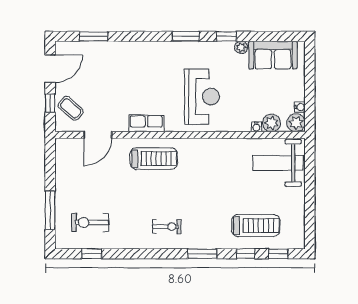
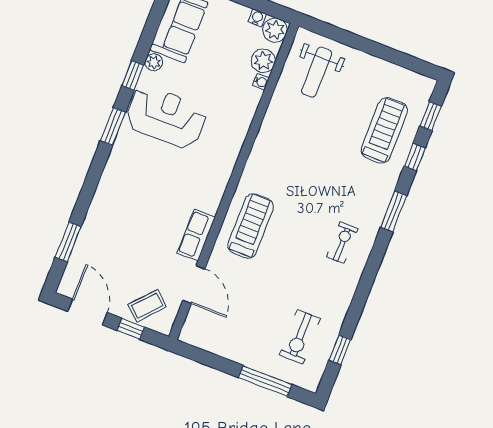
reception desk: (202, 97) -> (166, 117), moved
row of seats: (146, 123) -> (196, 235), moved
weight bench: (278, 163) -> (317, 72), width x0.73, depth x0.75

